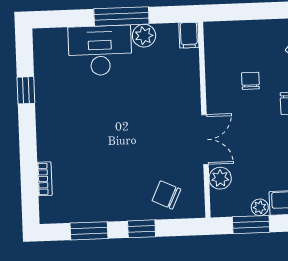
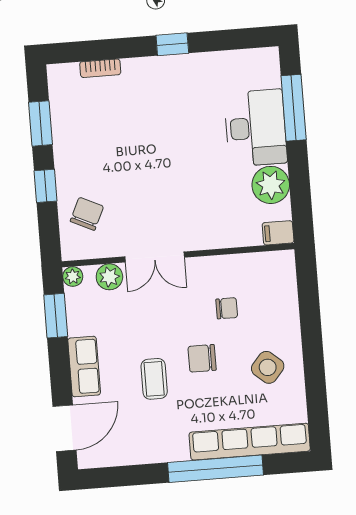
window: (121, 16) -> (294, 108), moved
plant: (144, 36) -> (271, 185), width x1.36, depth x1.36
window: (26, 90) -> (172, 44), moved
plant: (260, 207) -> (73, 277), moved

